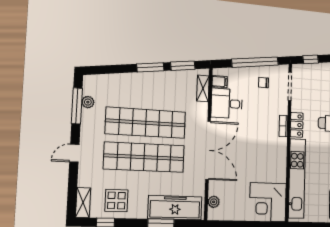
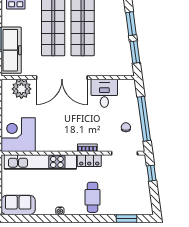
filing cabinet: (220, 82) -> (124, 86), removed
shelving: (203, 88) -> (116, 71), removed
plant: (214, 202) -> (21, 89), width x1.87, depth x1.87

